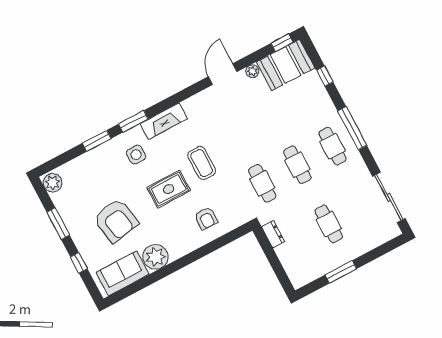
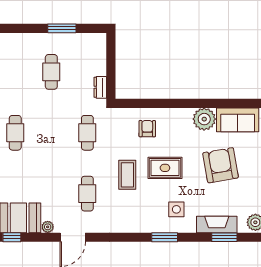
fireplace: (164, 121) -> (217, 224), moved
window: (97, 141) -> (224, 237), moved
cafe table: (297, 165) -> (87, 194), moved

